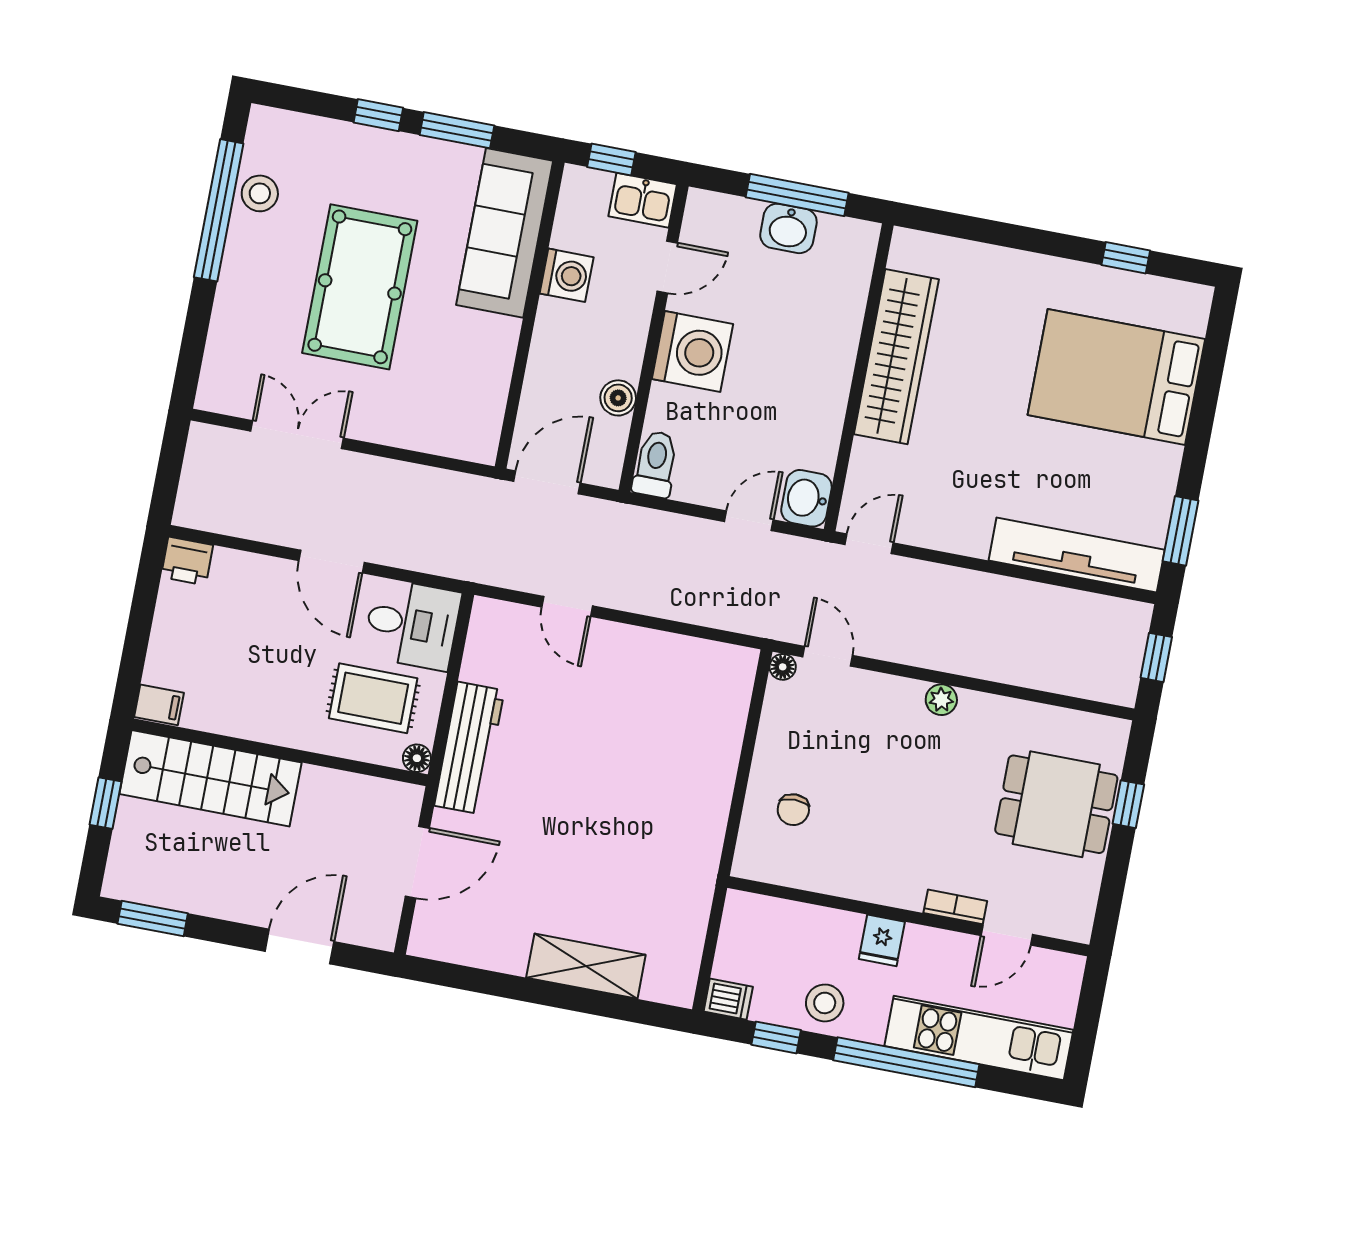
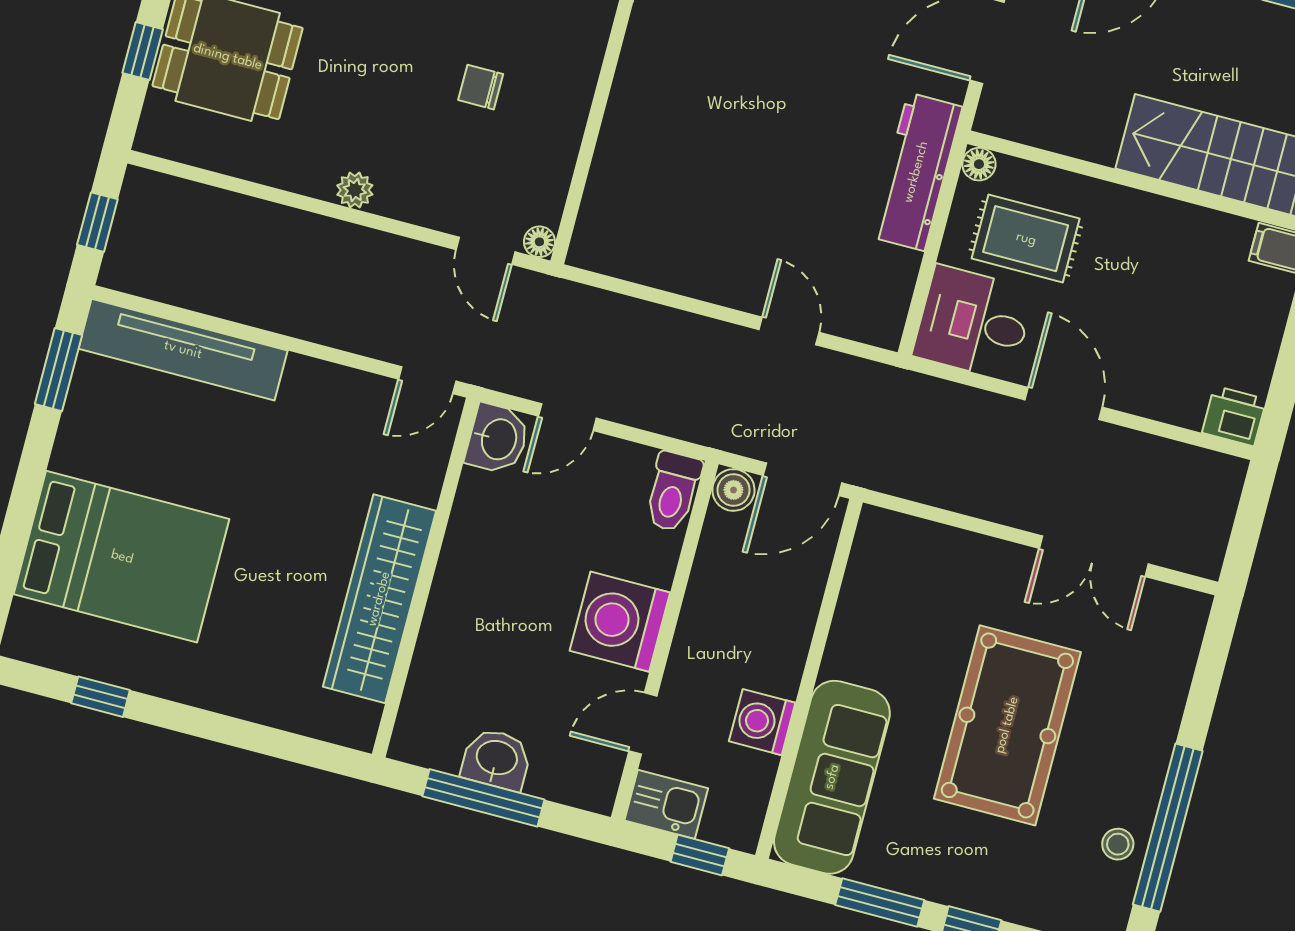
stool: (260, 193) -> (1118, 844), width x0.73, depth x0.73
boiler: (618, 398) -> (733, 490), moved
chair: (793, 810) -> (481, 87), moved, turned -90

